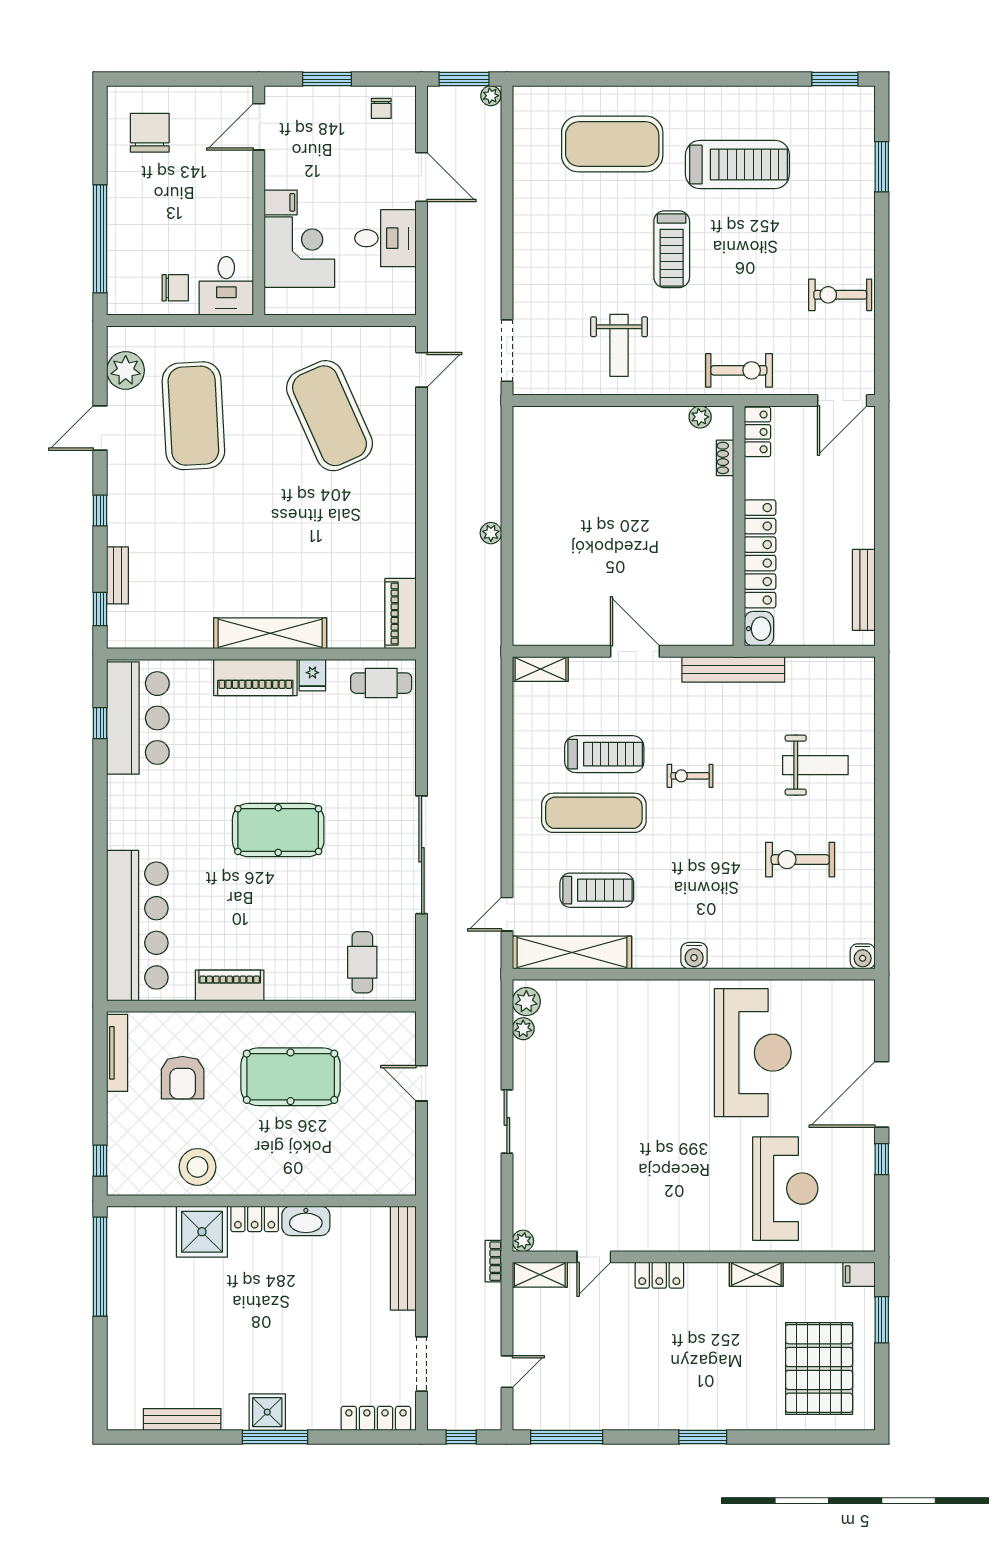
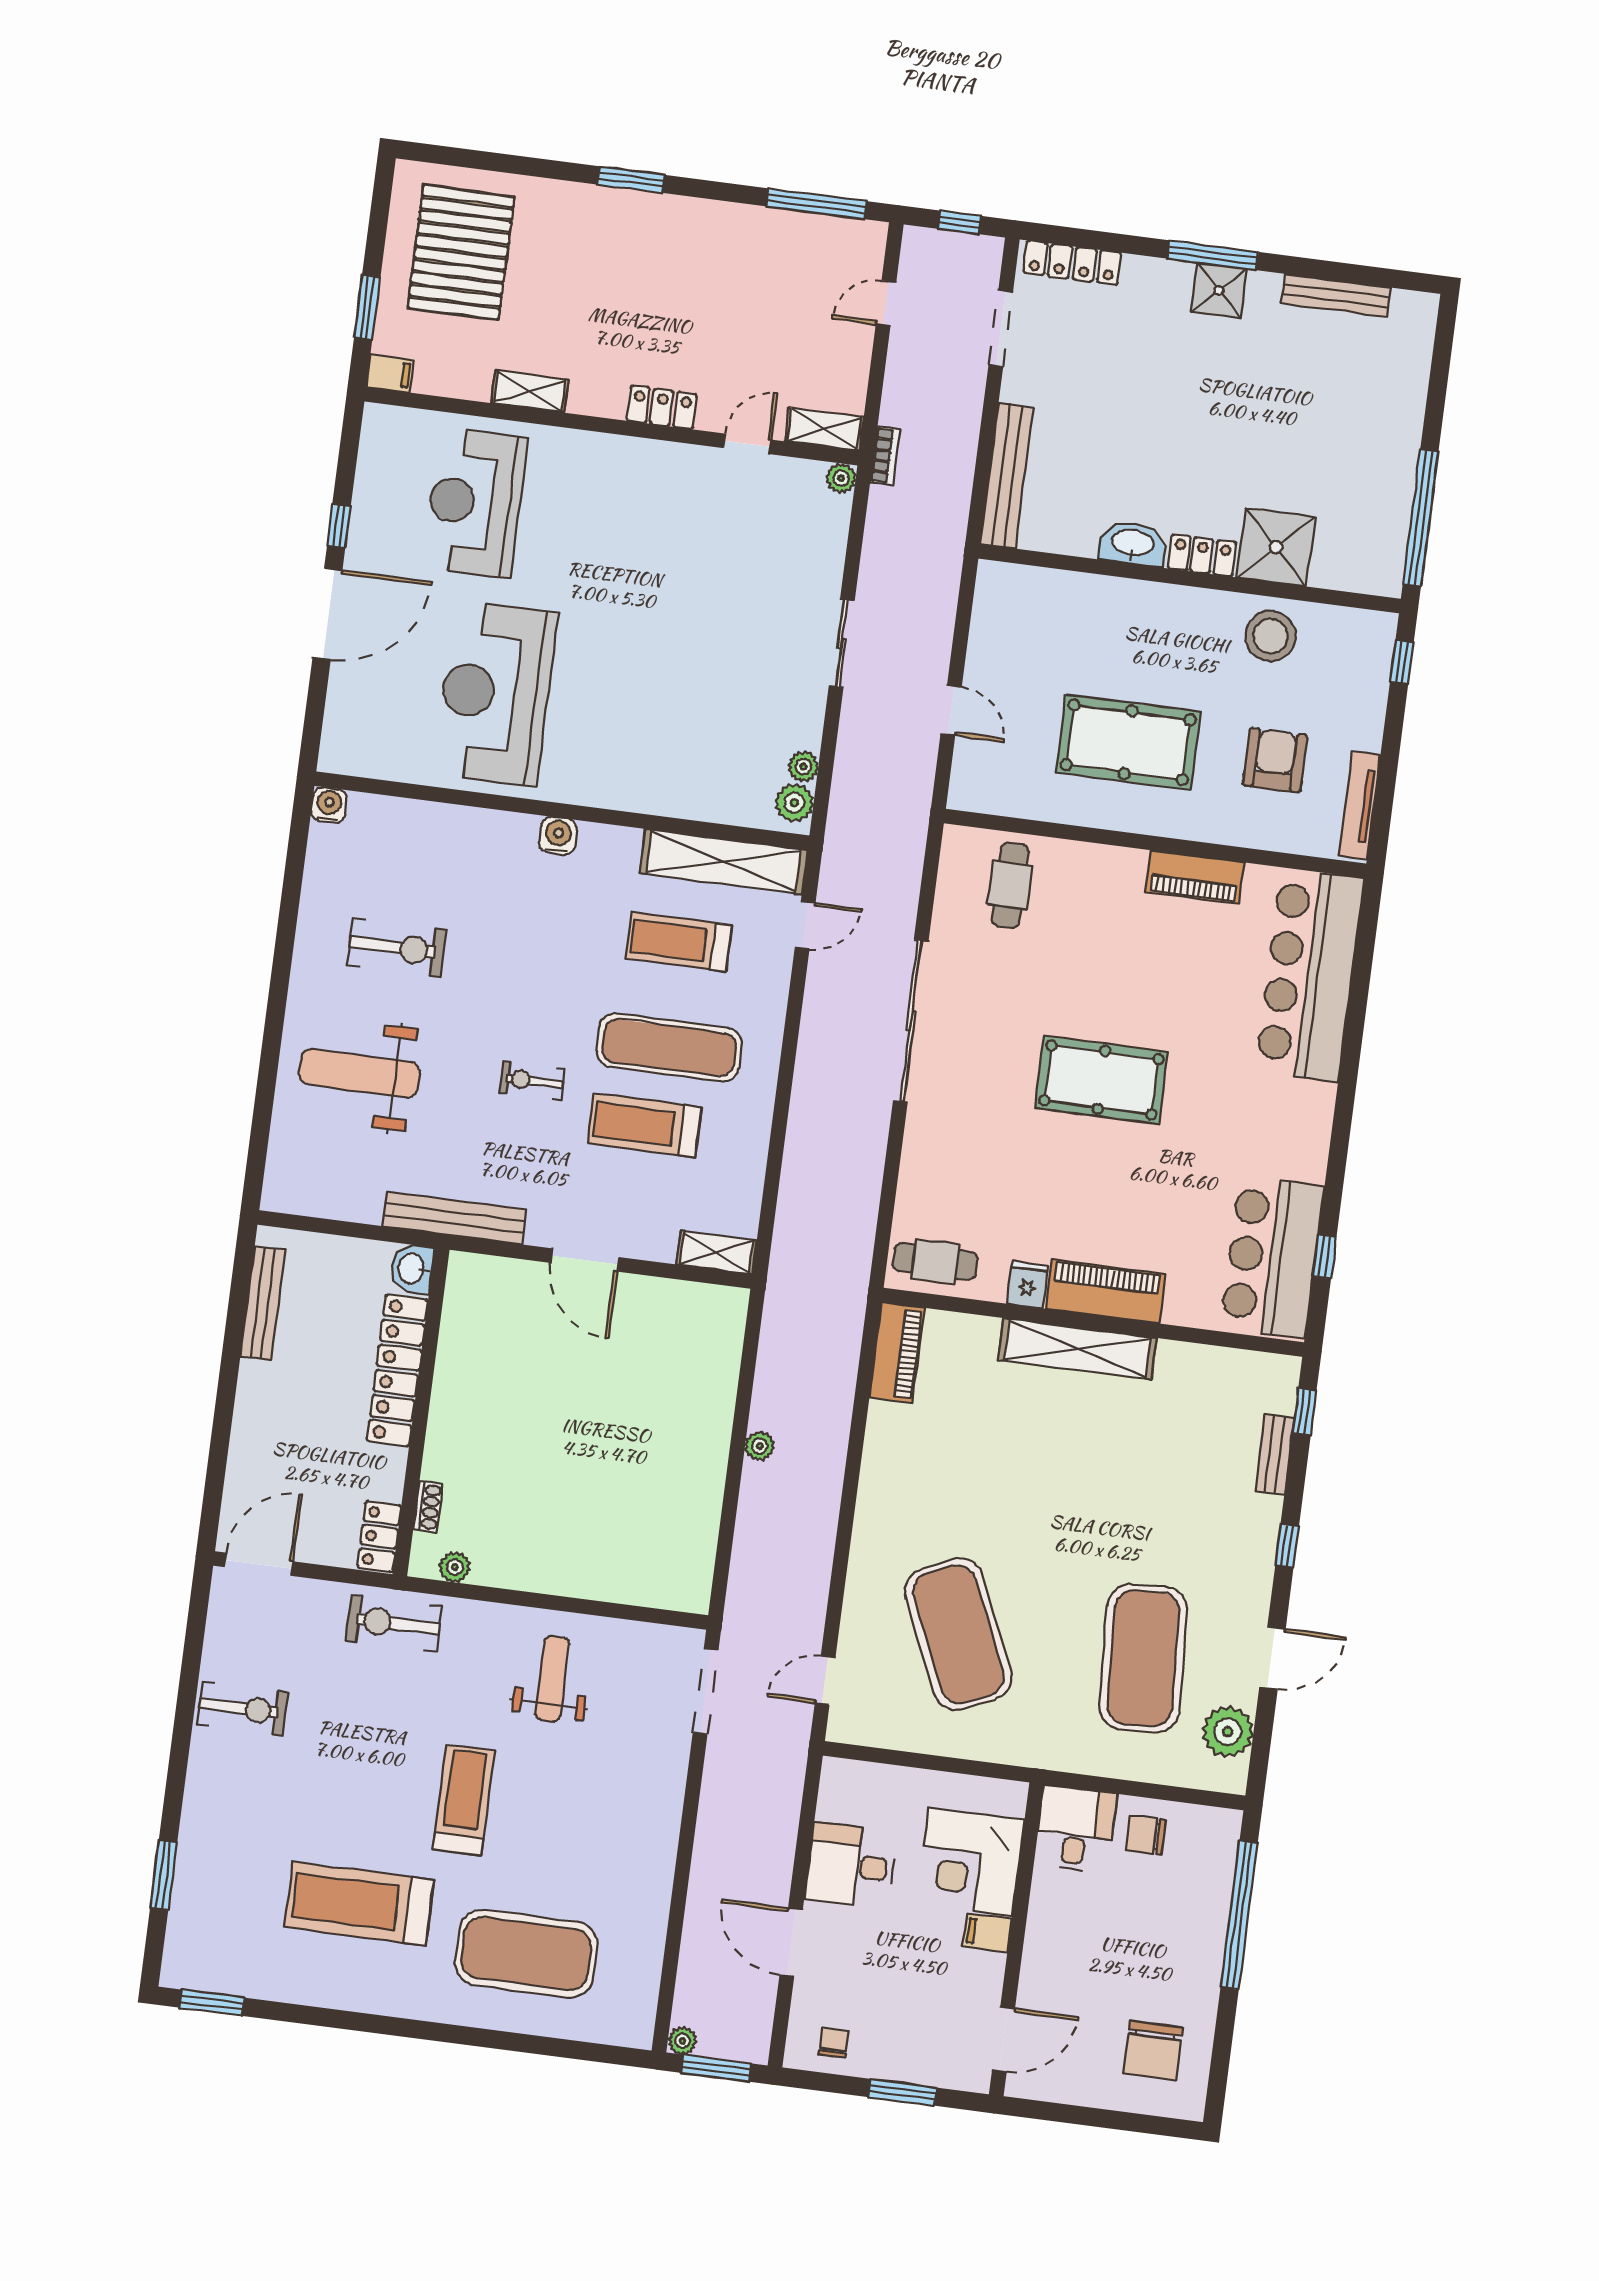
weight bench: (815, 765) -> (359, 1073), width x1.36, depth x1.33
exercise bike: (690, 776) -> (532, 1081), turned 180

